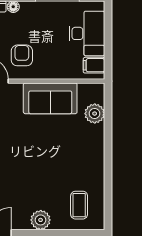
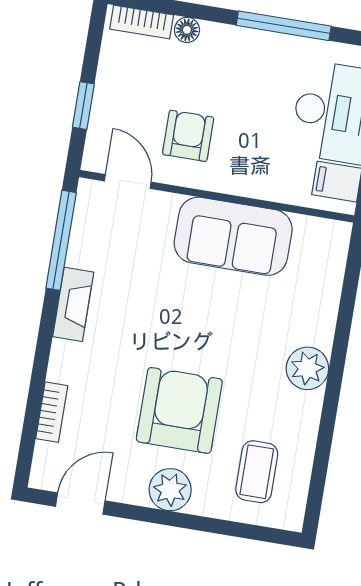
plant: (95, 114) -> (307, 368), moved
armchair: (39, 183) -> (179, 410), added

